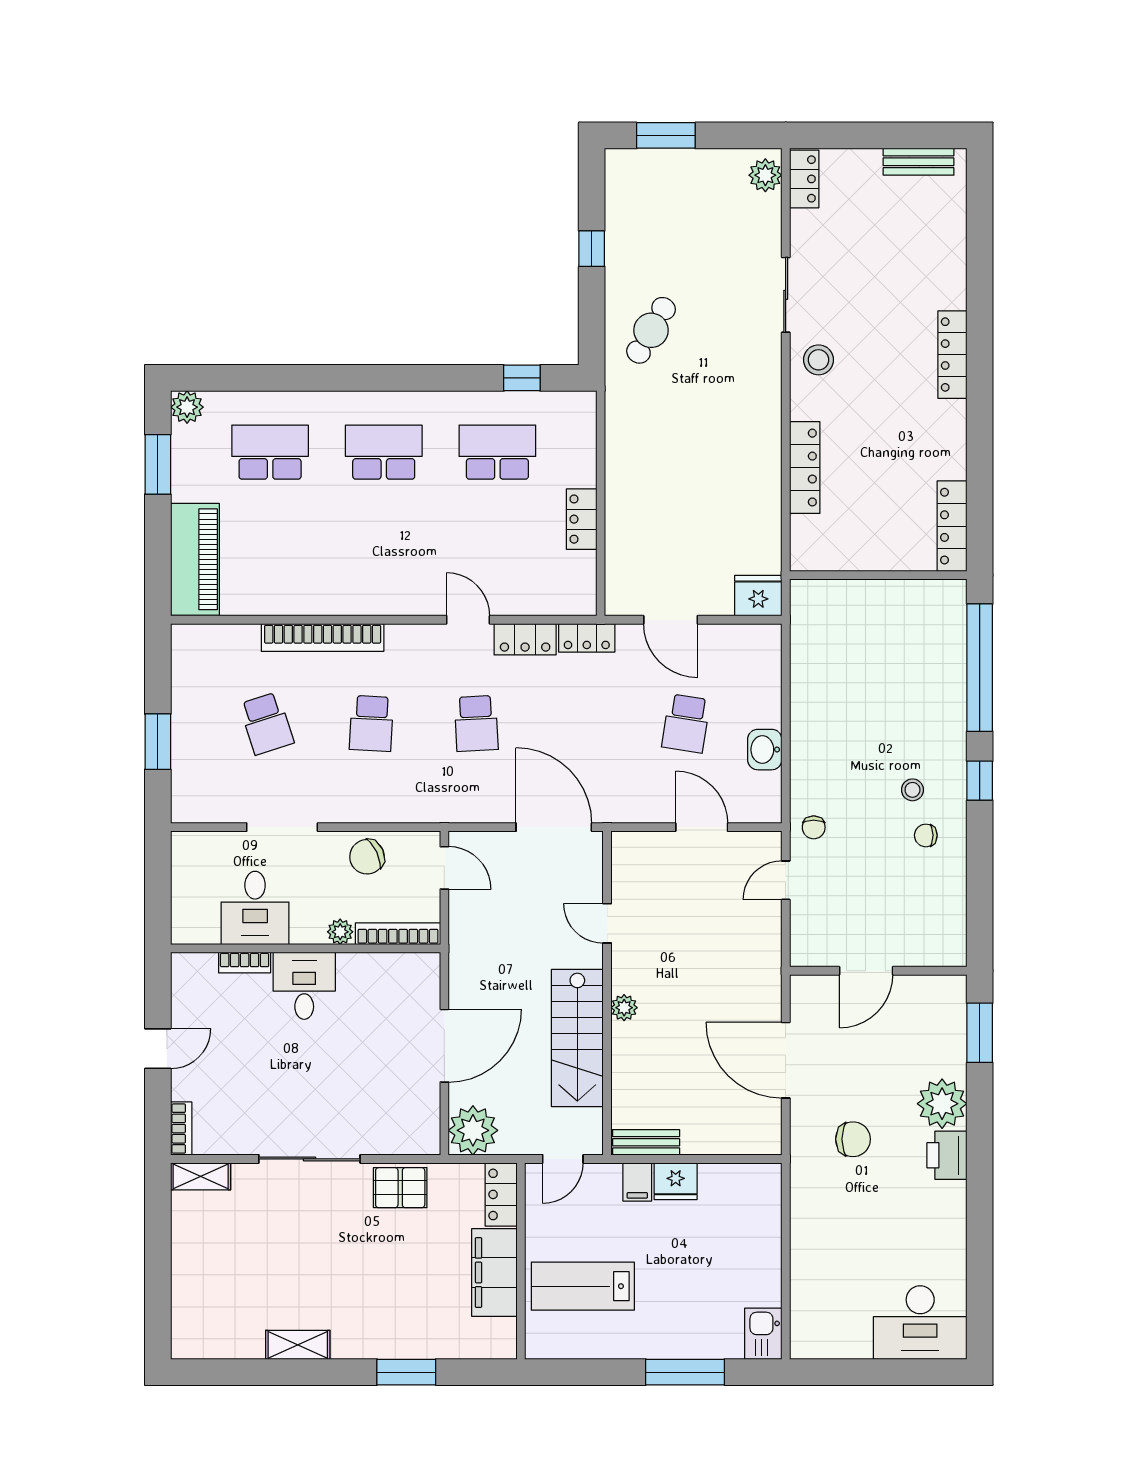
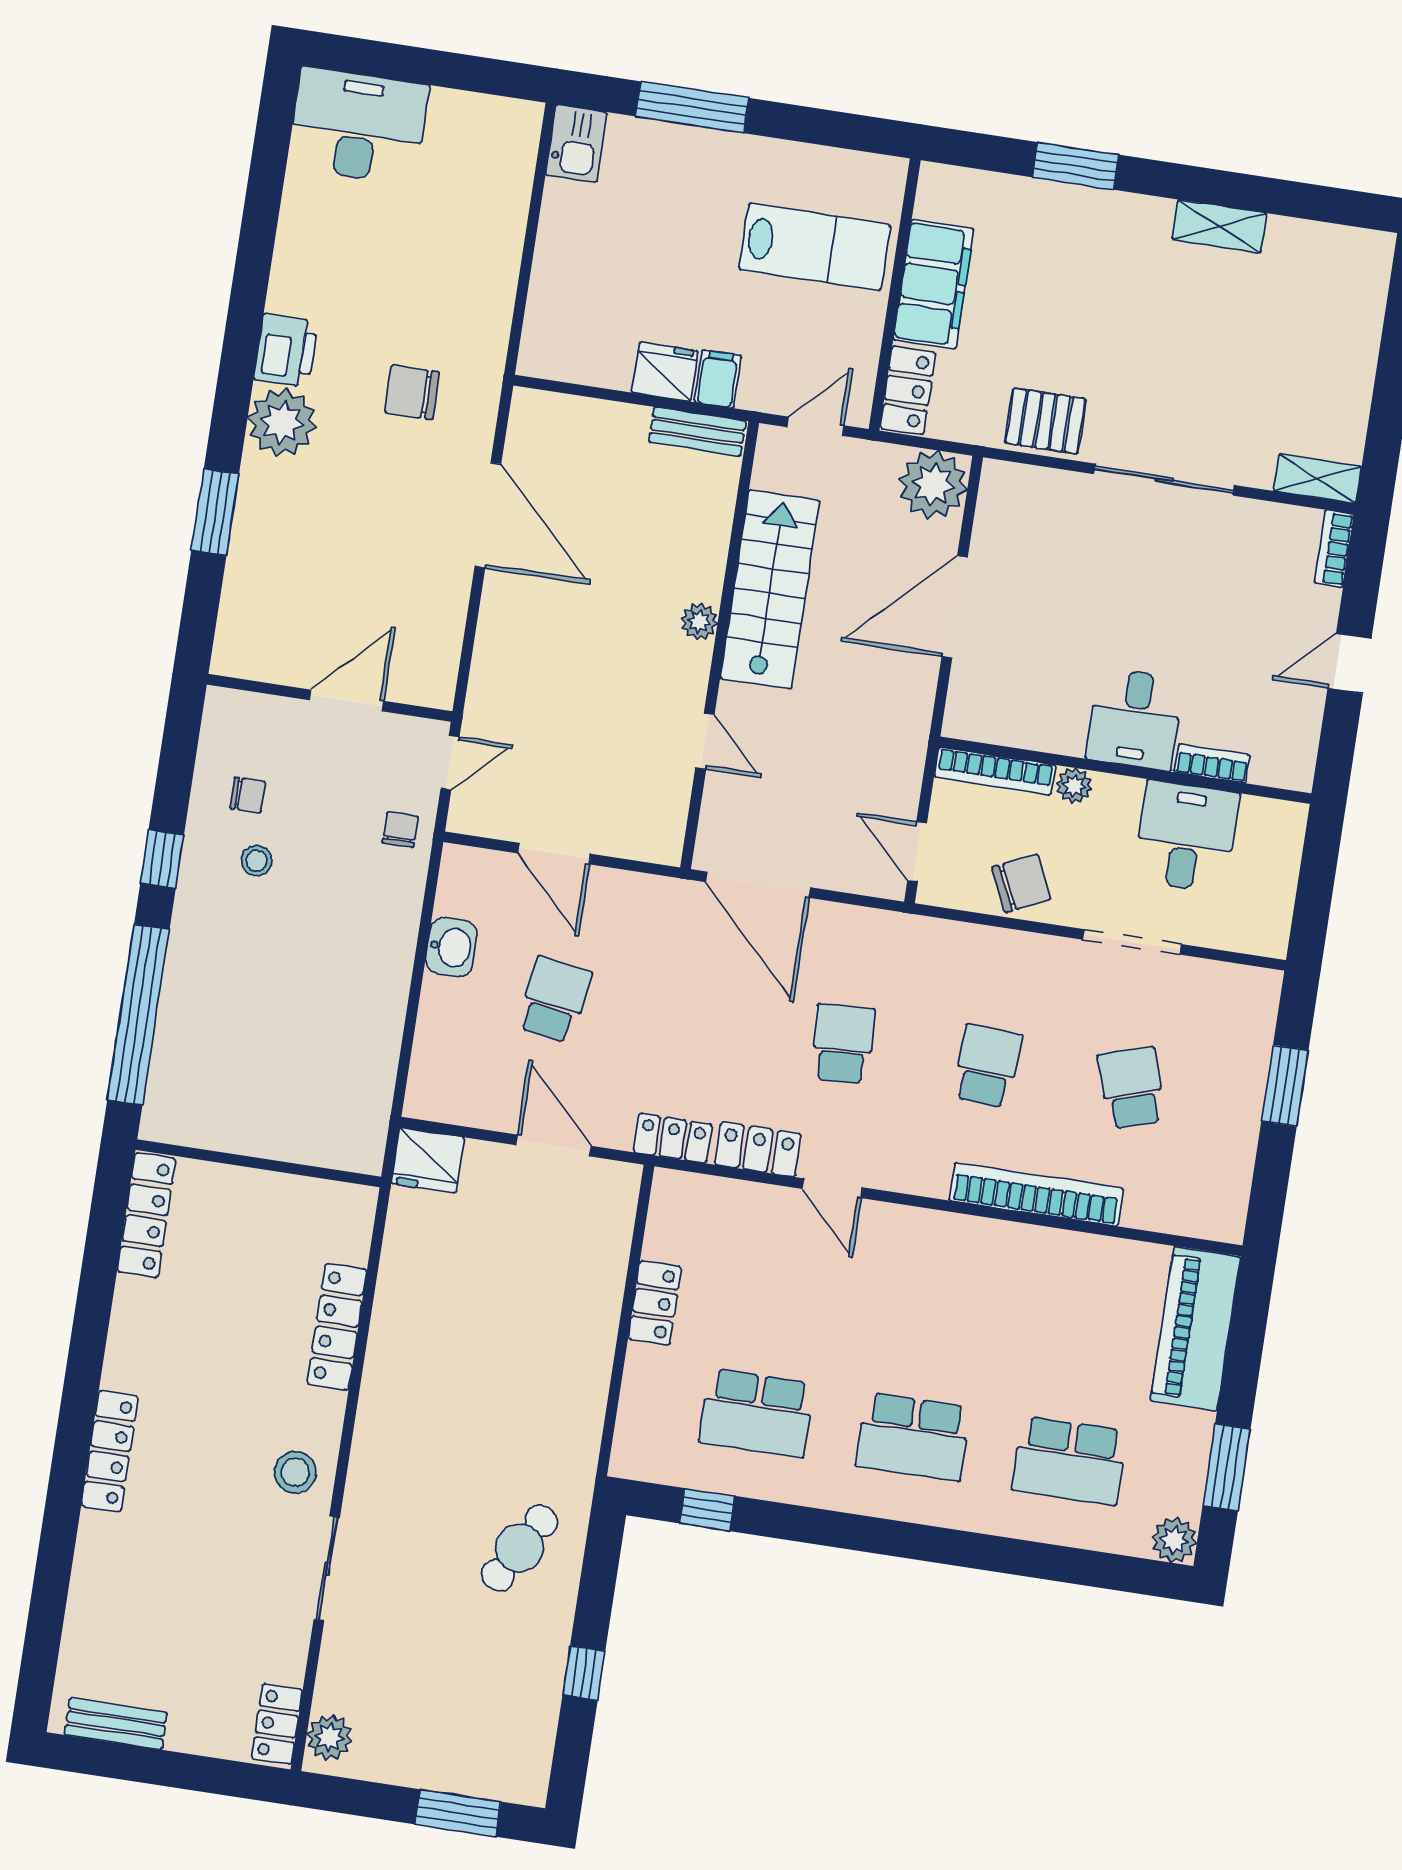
door: (866, 971) -> (346, 700), moved
wall: (878, 971) -> (330, 698), moved

